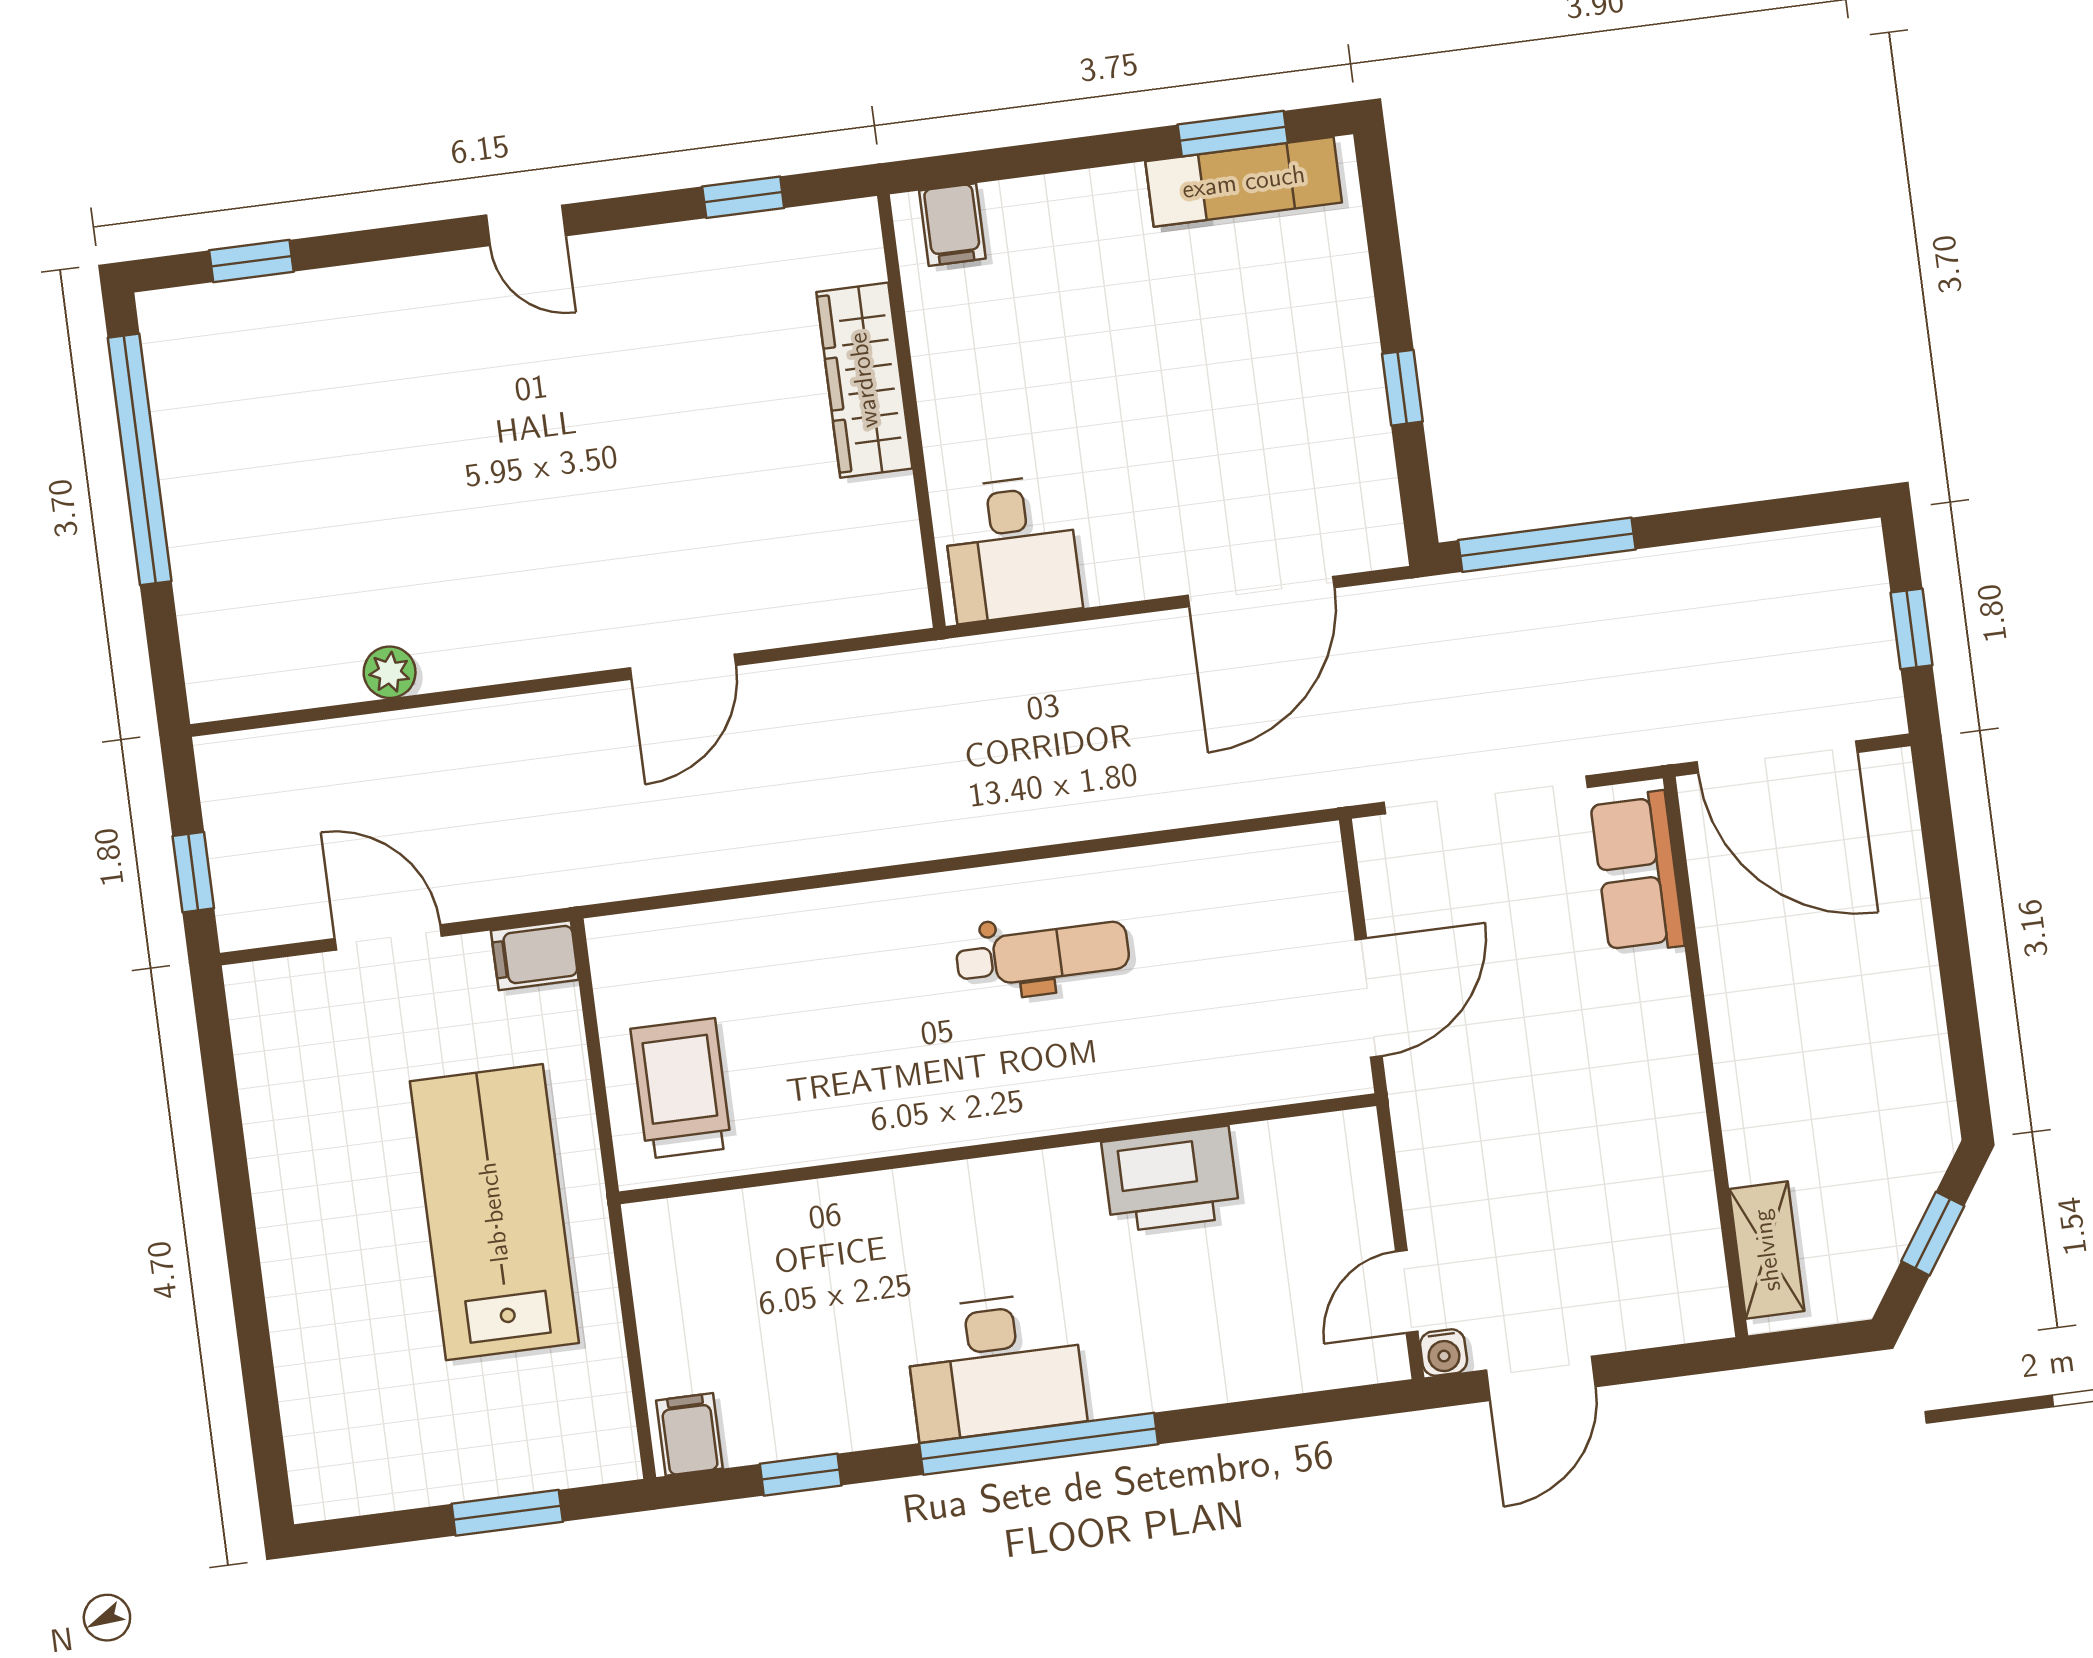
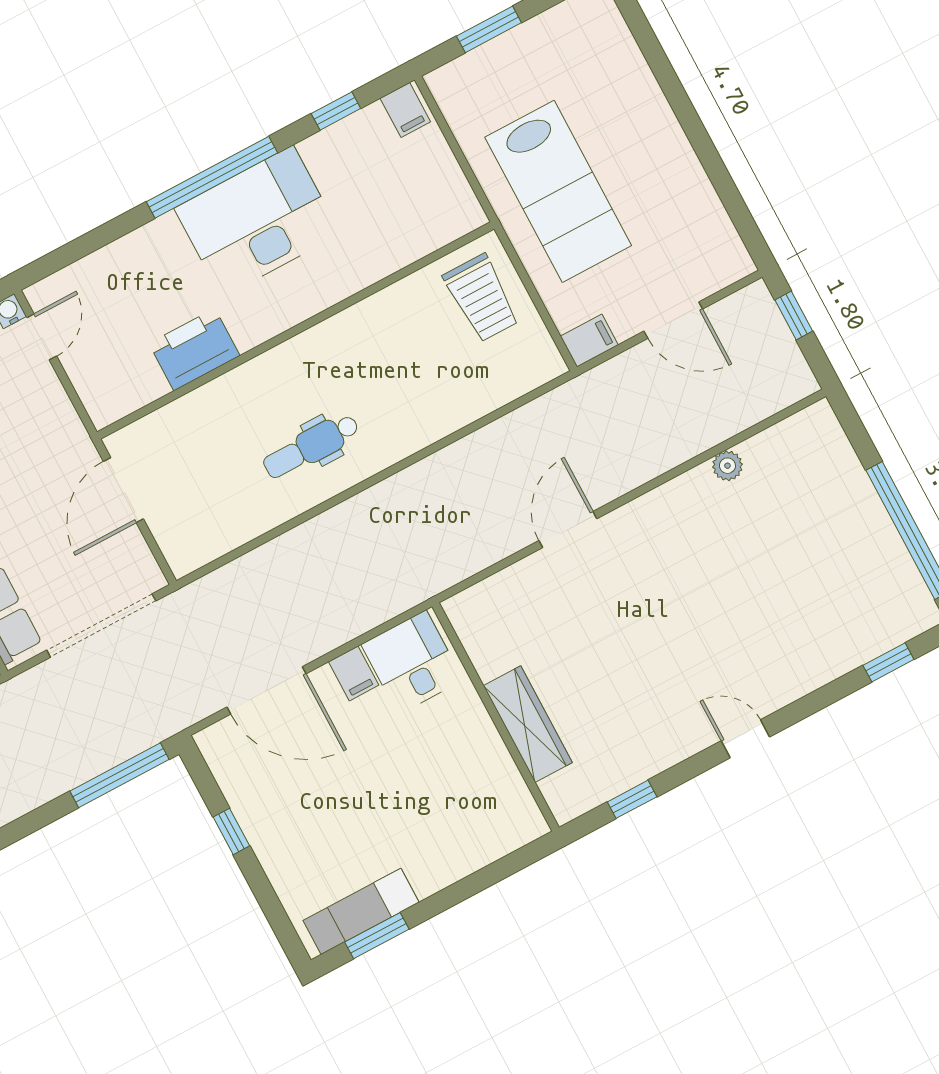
filing cabinet: (952, 225) -> (354, 673), moved, turned 180
door: (1261, 592) -> (267, 690), swing flipped
desk: (995, 1366) -> (257, 221), width x1.36, depth x1.30

